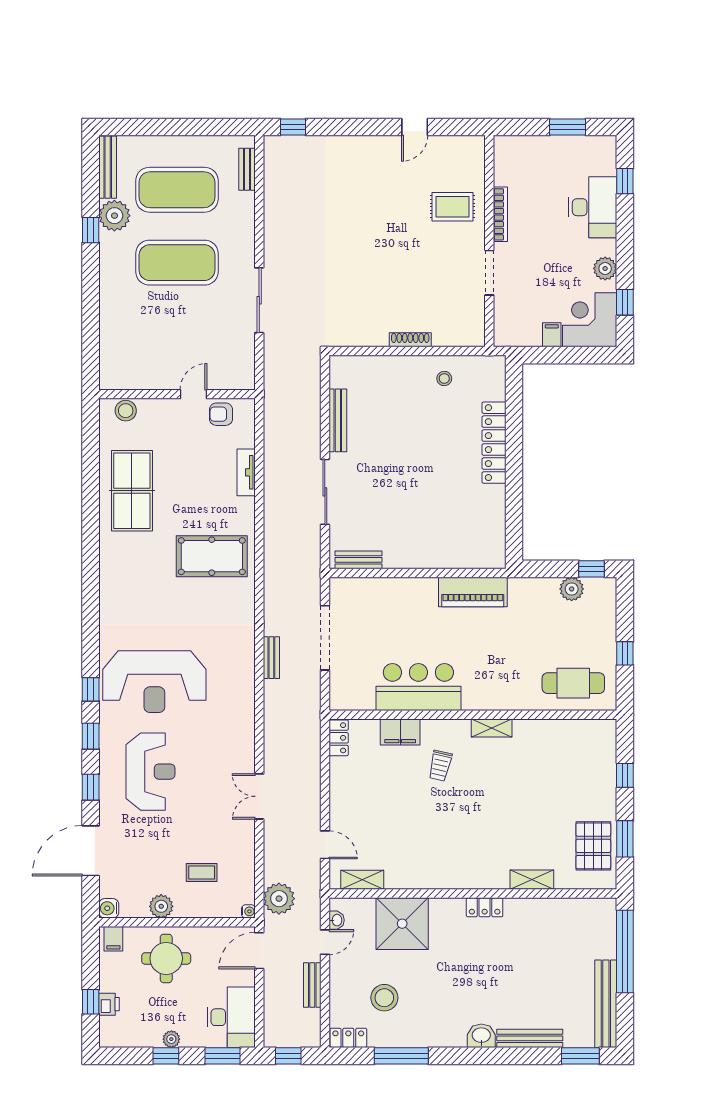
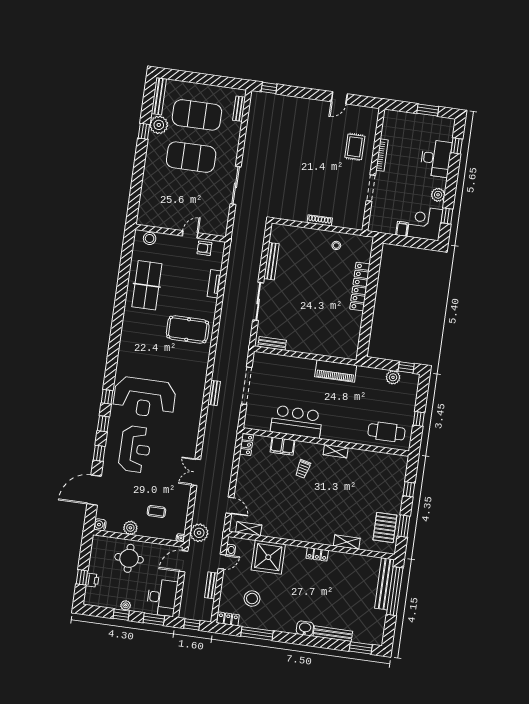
rug: (452, 207) -> (355, 147), turned 90
filing cabinet: (113, 939) -> (100, 543), removed
bench: (606, 1004) -> (385, 584), moved

